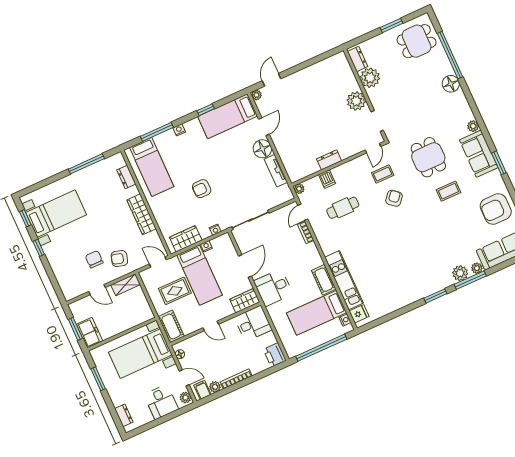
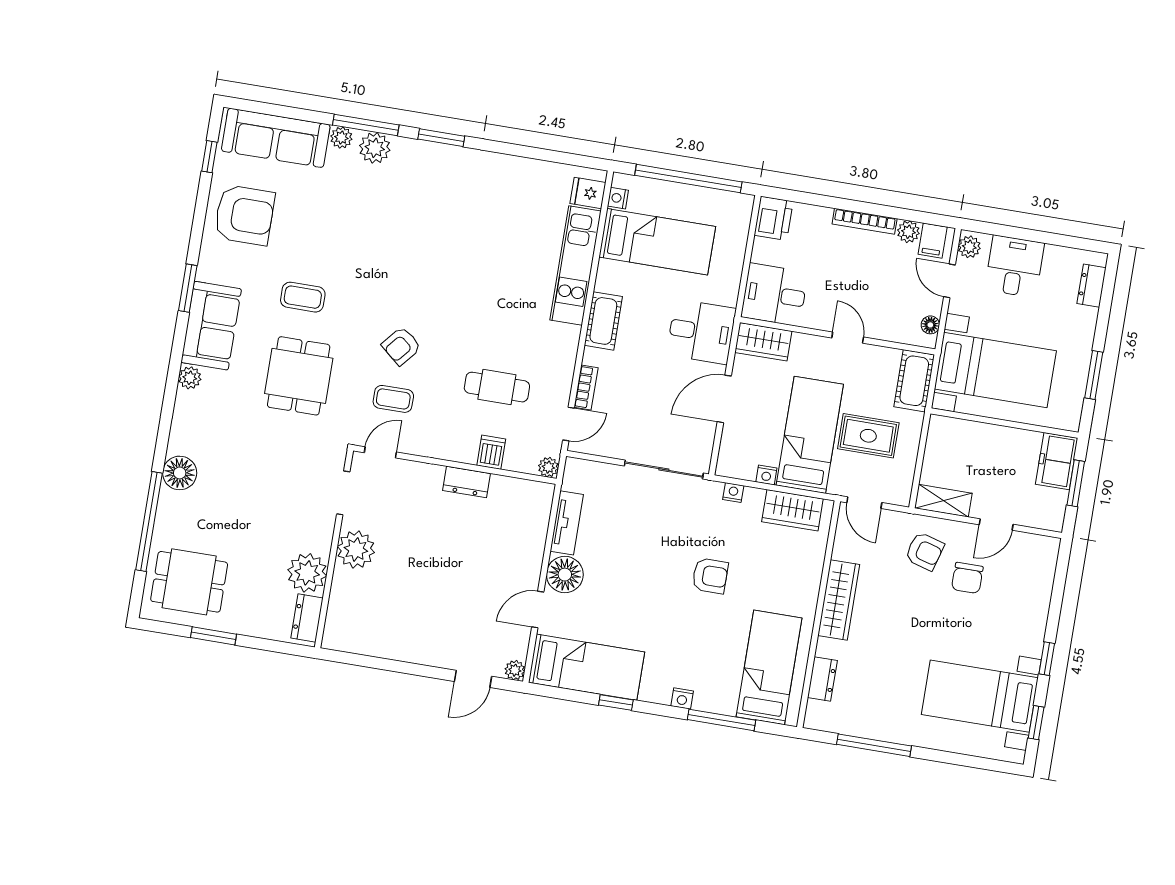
cot: (324, 280) -> (603, 321), moved
door: (97, 290) -> (996, 525), swing flipped

